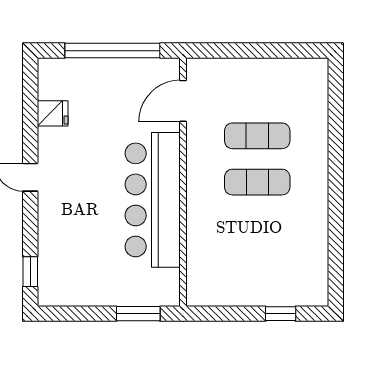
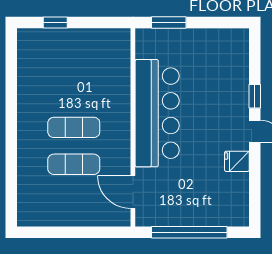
door: (183, 101) -> (133, 192), swing flipped
fridge: (53, 113) -> (237, 161), moved
window: (30, 272) -> (255, 96), moved

